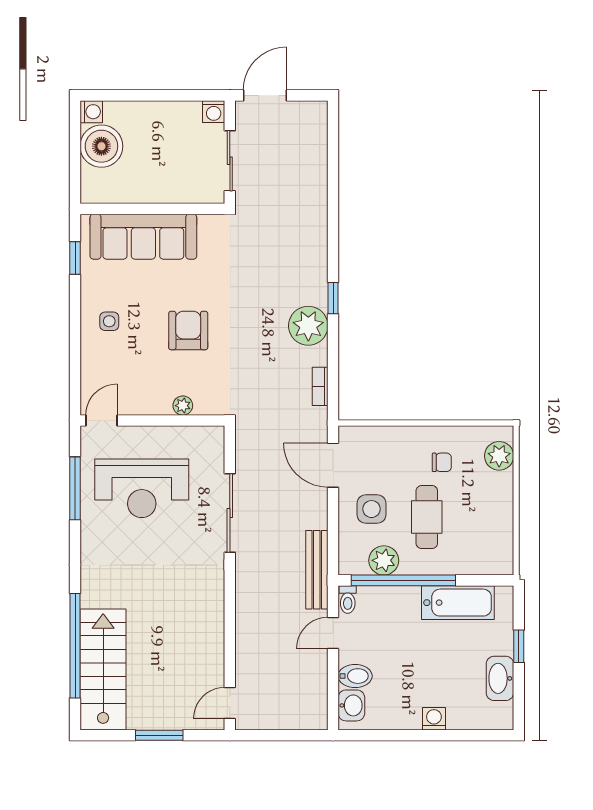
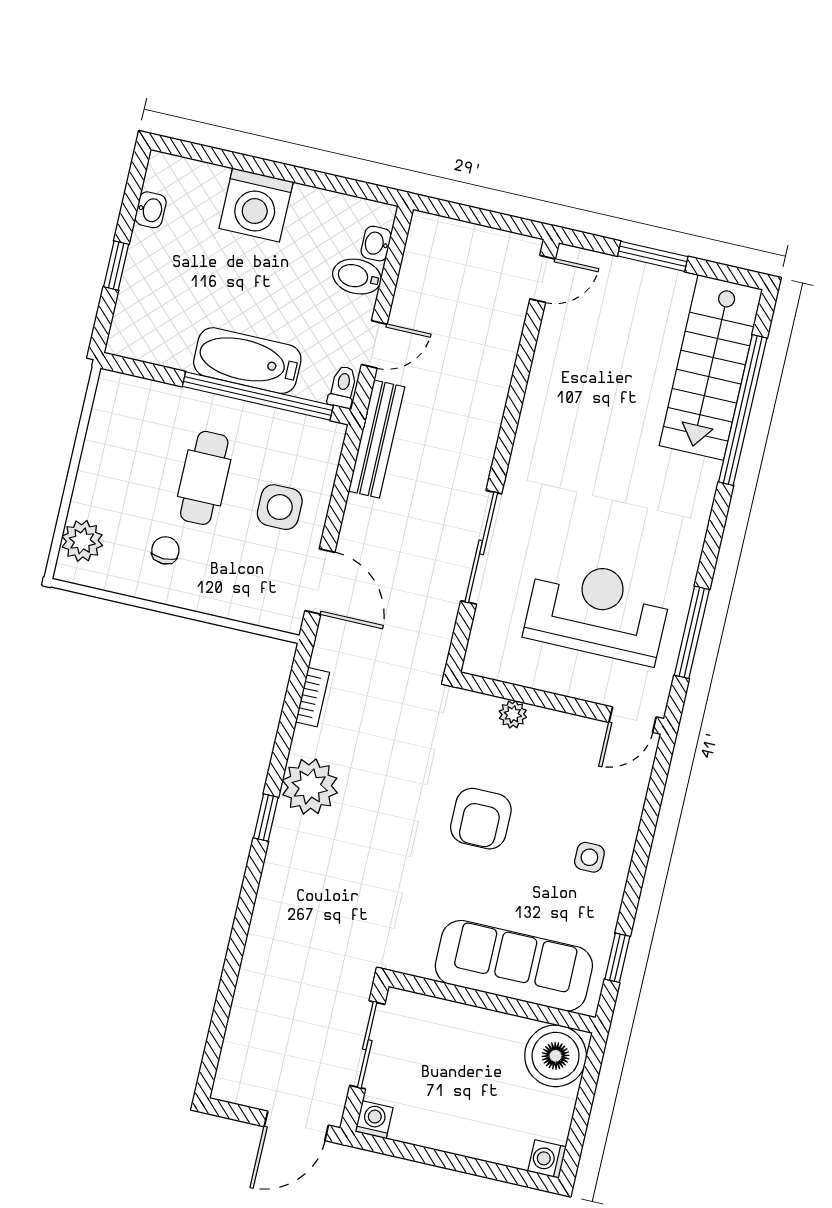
boiler: (101, 146) -> (556, 1056), moved
chair: (442, 462) -> (165, 550), turned 90
plant: (384, 560) -> (279, 430), removed
bathtub: (458, 603) -> (247, 361), moved
washbasin: (500, 678) -> (151, 210), width x0.52, depth x0.69
washbasin: (351, 705) -> (376, 244), width x0.72, depth x0.69
washing machine: (434, 719) -> (256, 205), width x1.89, depth x1.89

